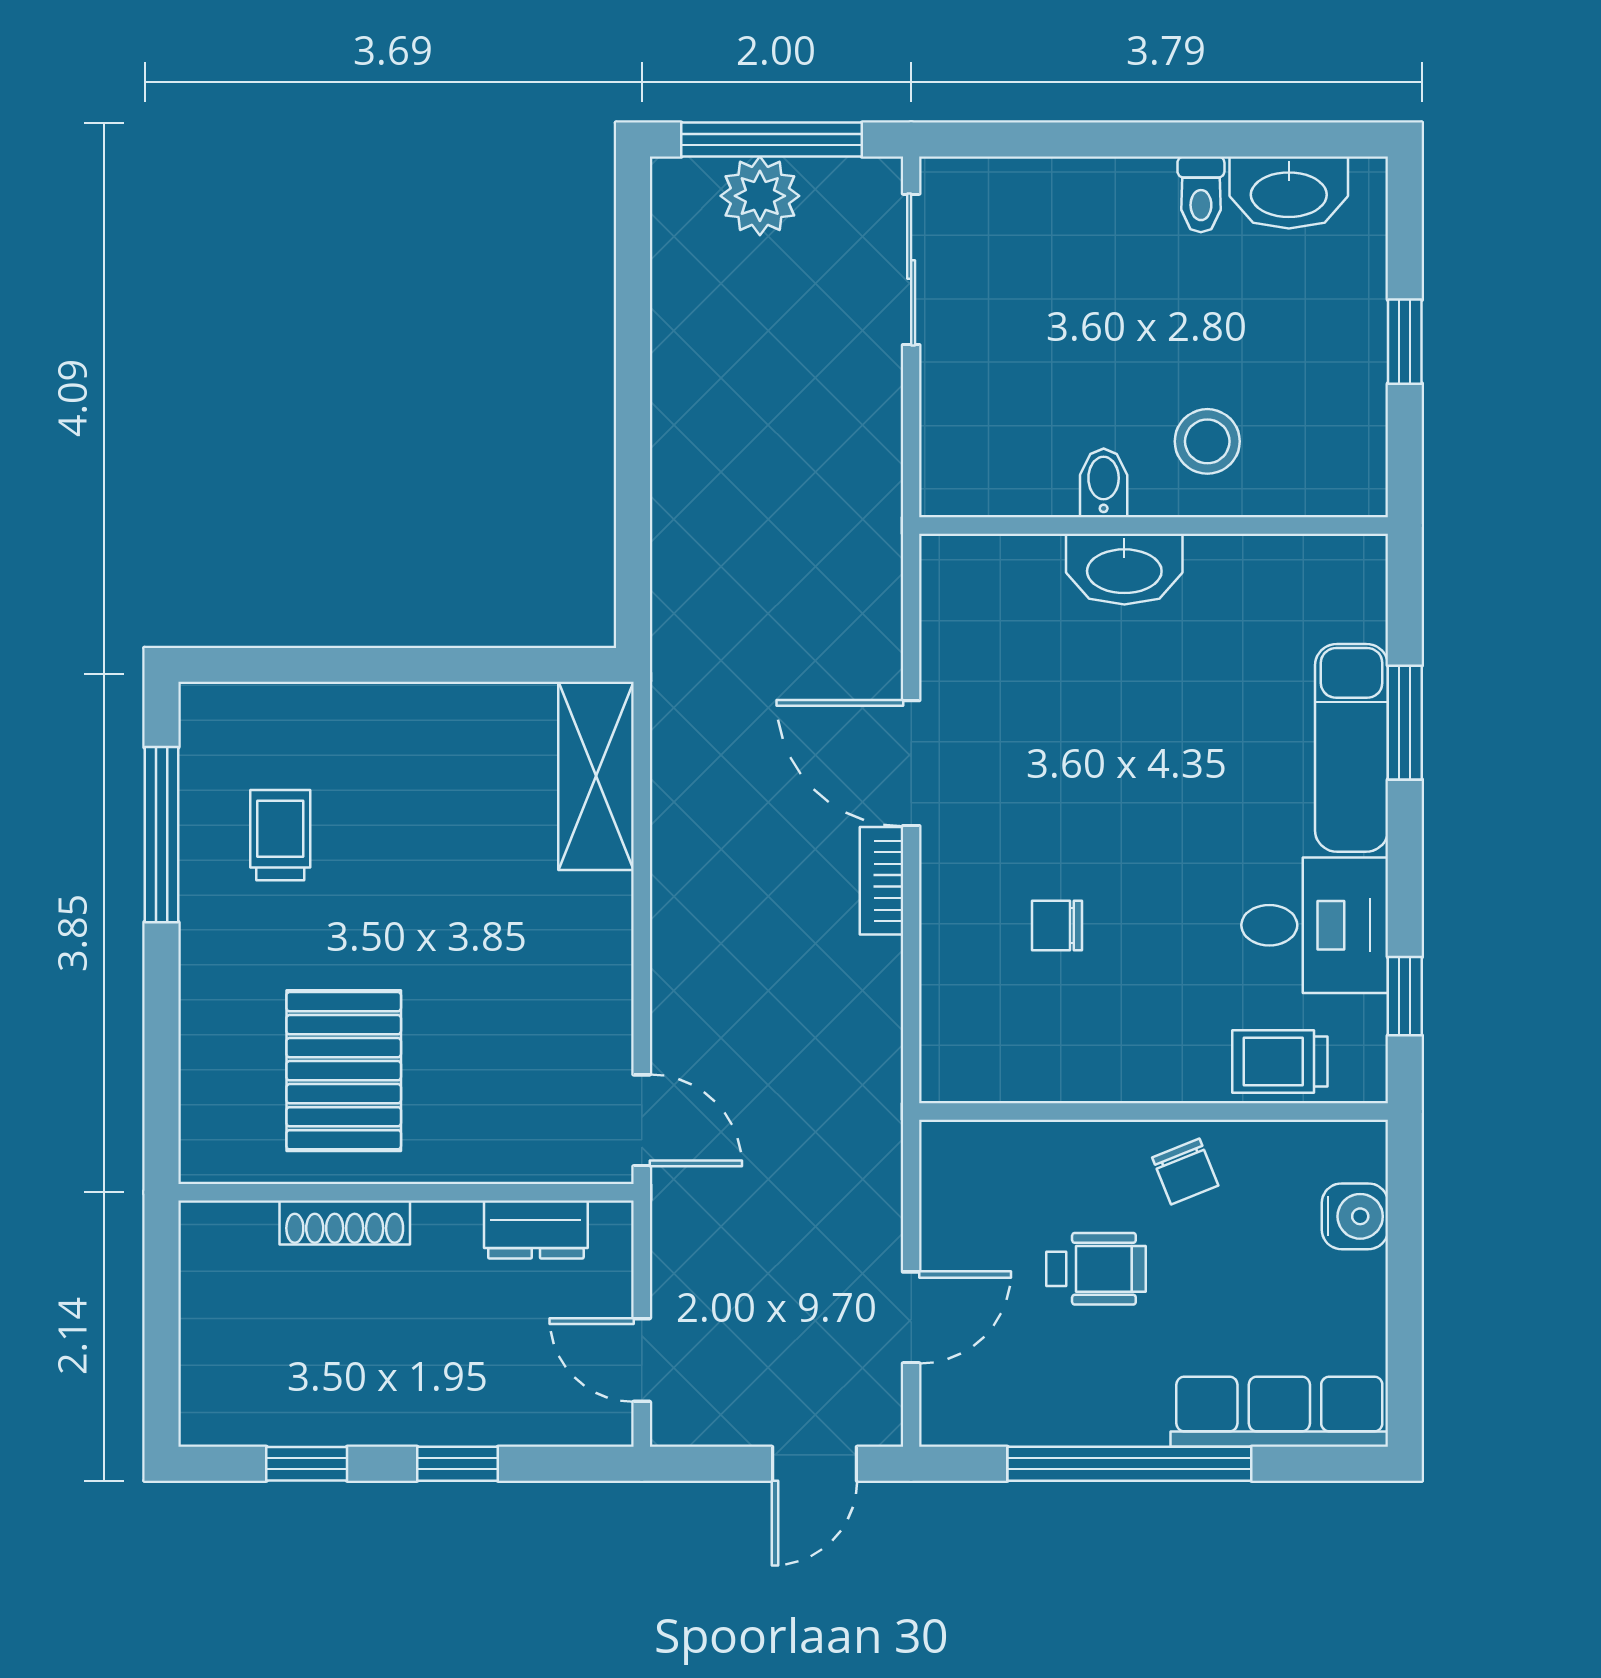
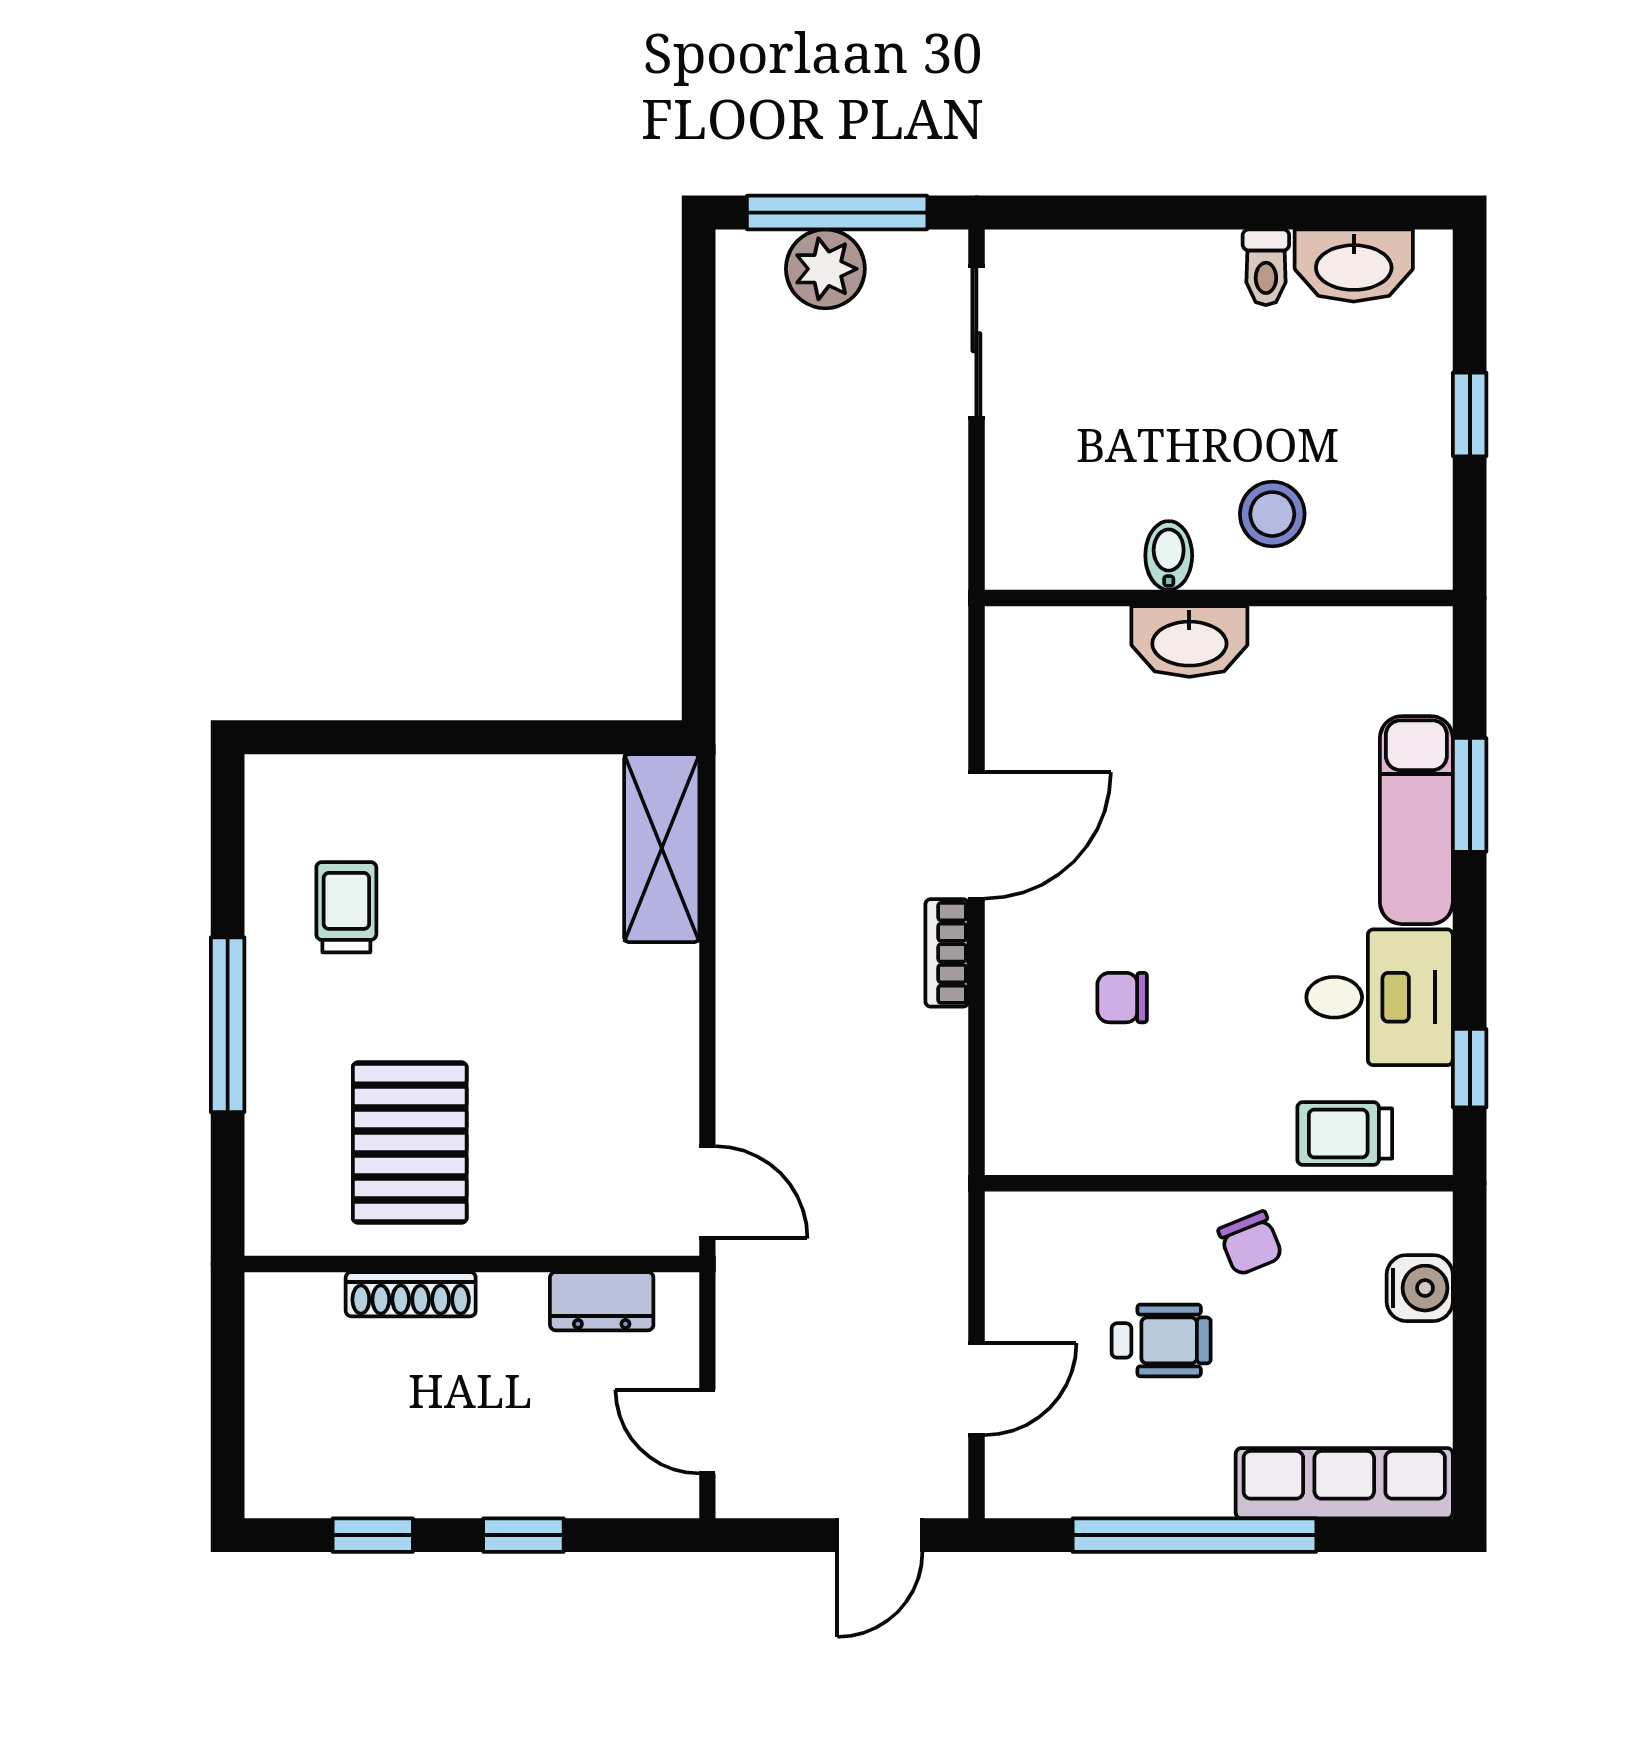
door: (911, 763) -> (976, 835), swing flipped
window: (161, 835) -> (228, 1025), moved

